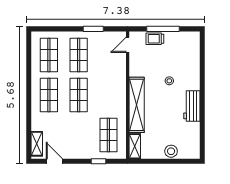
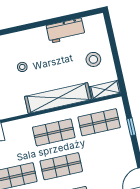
shop shelf: (108, 95) -> (54, 132), added
workbench: (192, 106) -> (66, 31), moved
stool: (171, 151) -> (93, 59), moved

